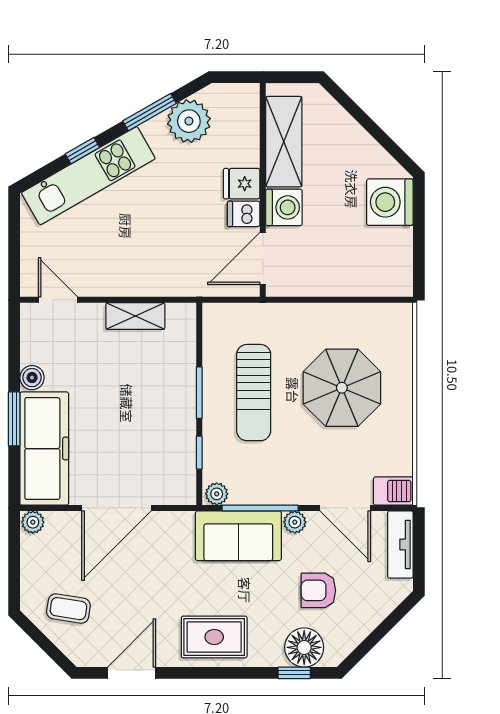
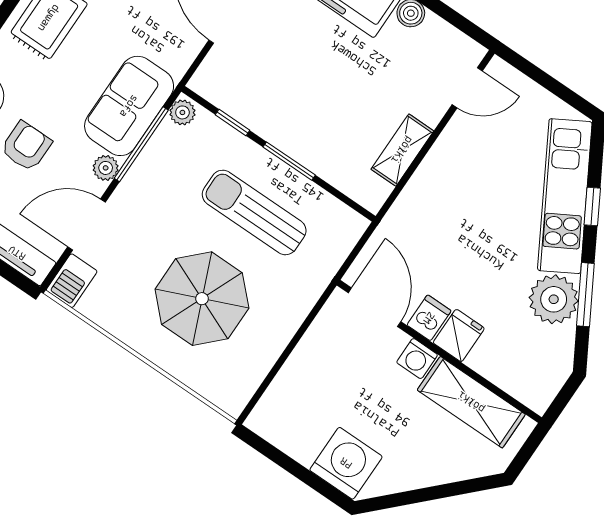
plant: (189, 121) -> (554, 299), moved
washing machine: (284, 207) -> (417, 359), width x0.73, depth x0.73

